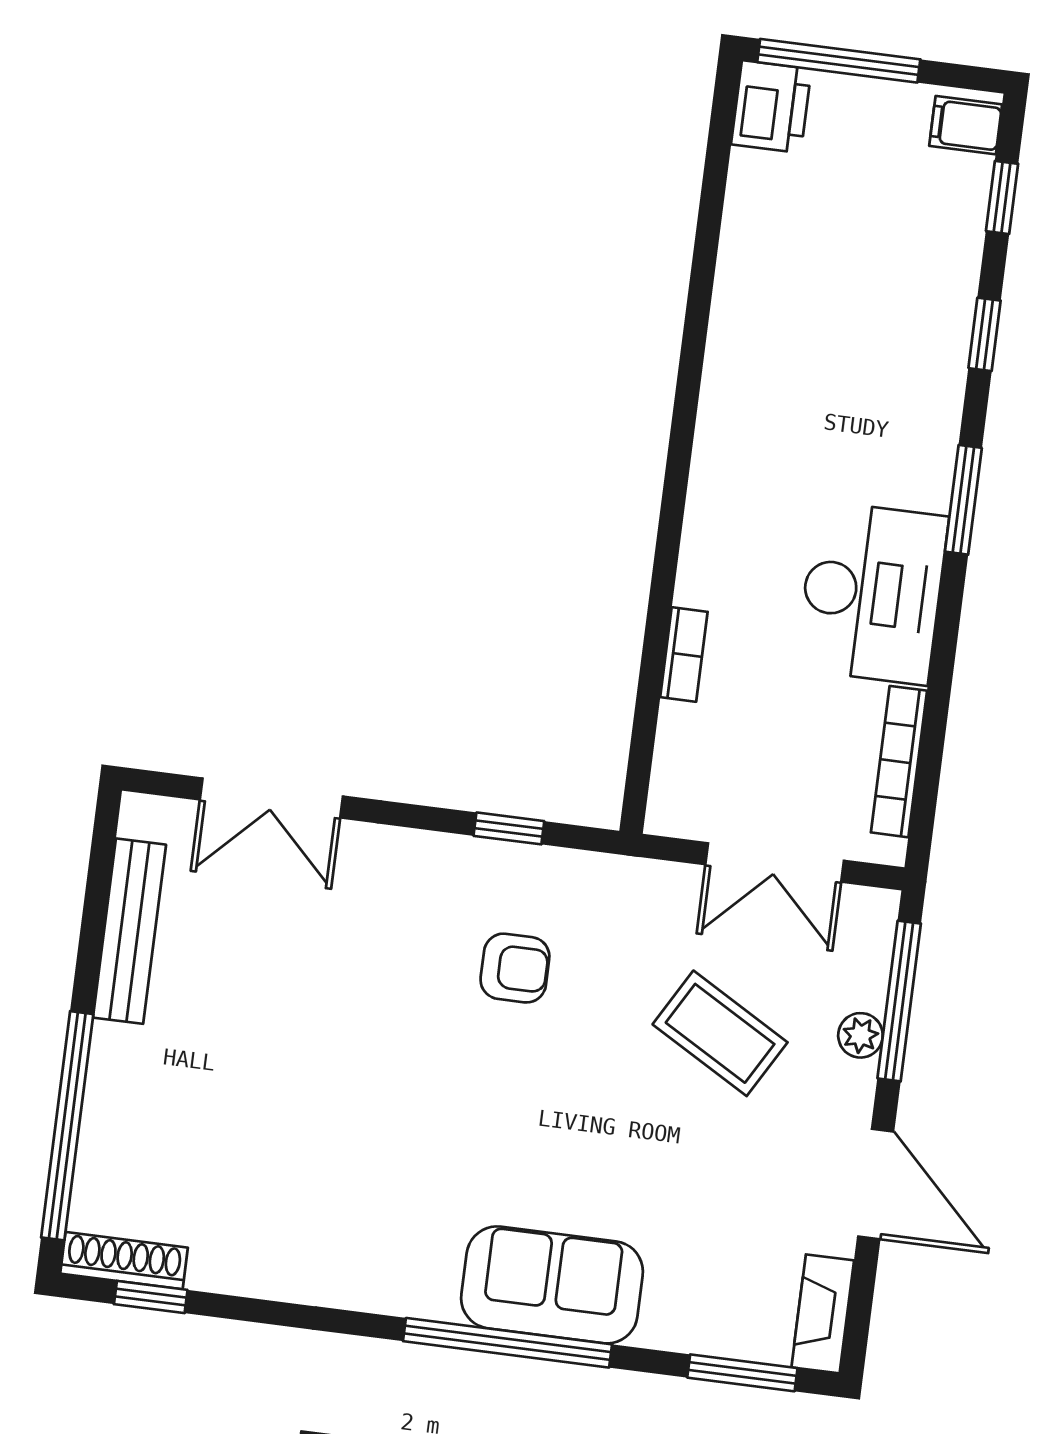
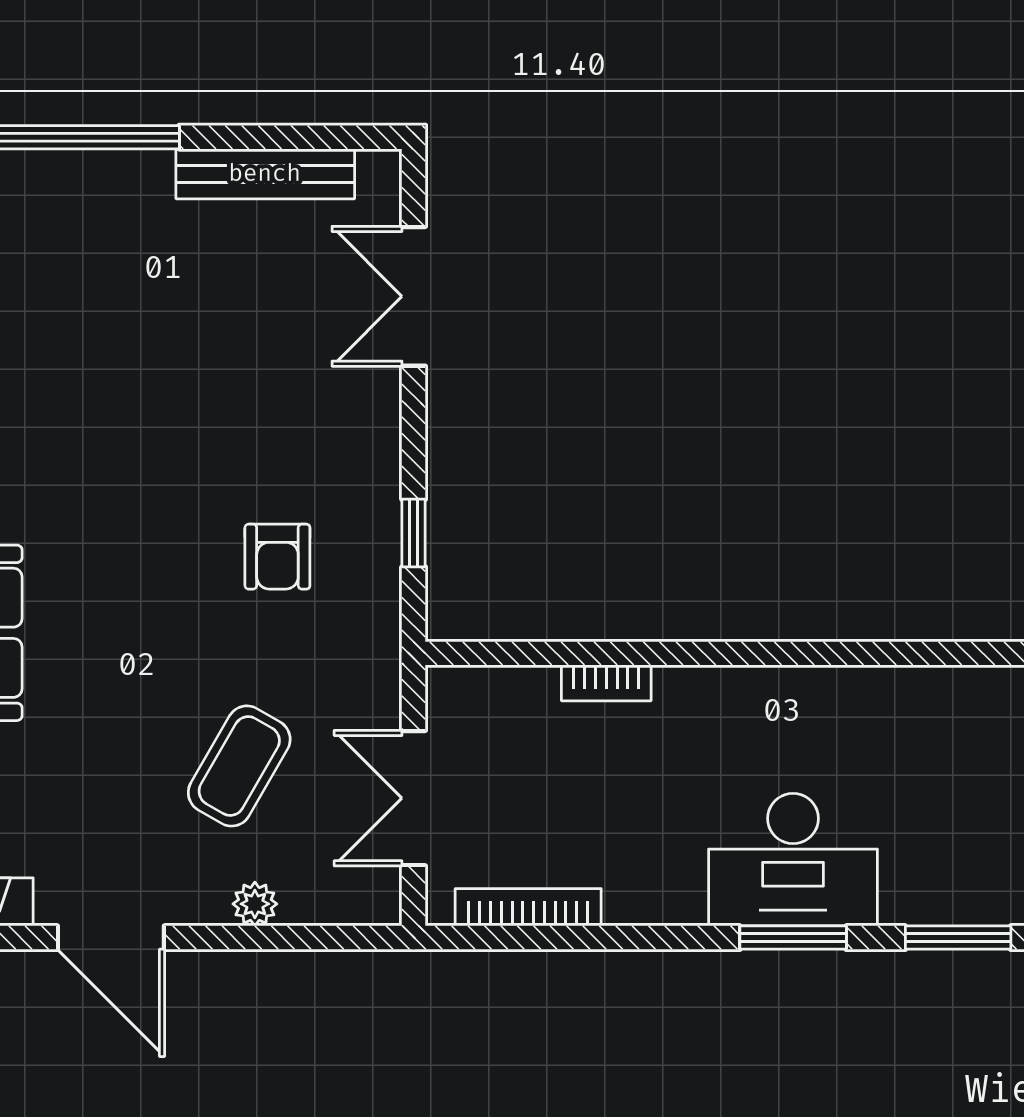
window: (985, 334) -> (958, 938), width x1.50
desk: (872, 593) -> (793, 860), moved
window: (899, 1001) -> (293, 938), removed
door: (876, 1184) -> (111, 938), hinge flipped

